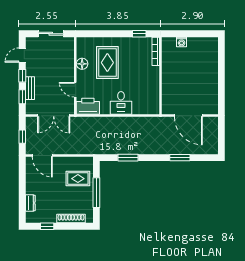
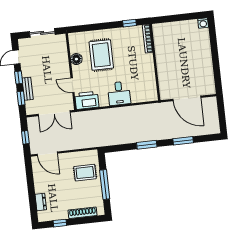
washing machine: (182, 42) -> (203, 23), moved
window: (128, 158) -> (147, 145), moved

